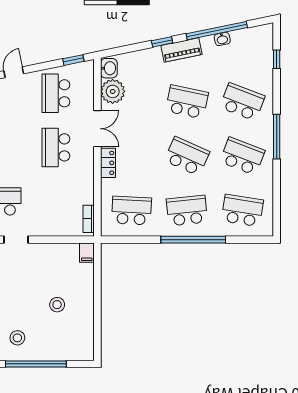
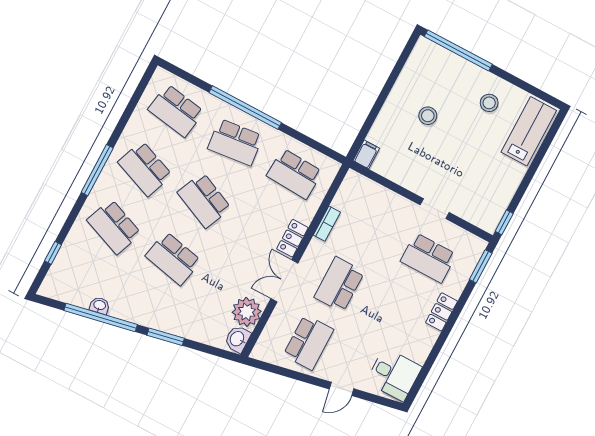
window: (162, 42) -> (166, 337), width x1.50
piano: (181, 50) -> (149, 317), removed
window: (73, 60) -> (271, 368), removed
school desk: (56, 147) -> (339, 285), turned 180
bookcase: (89, 219) -> (327, 224), moved
window: (36, 364) -> (458, 50), moved

